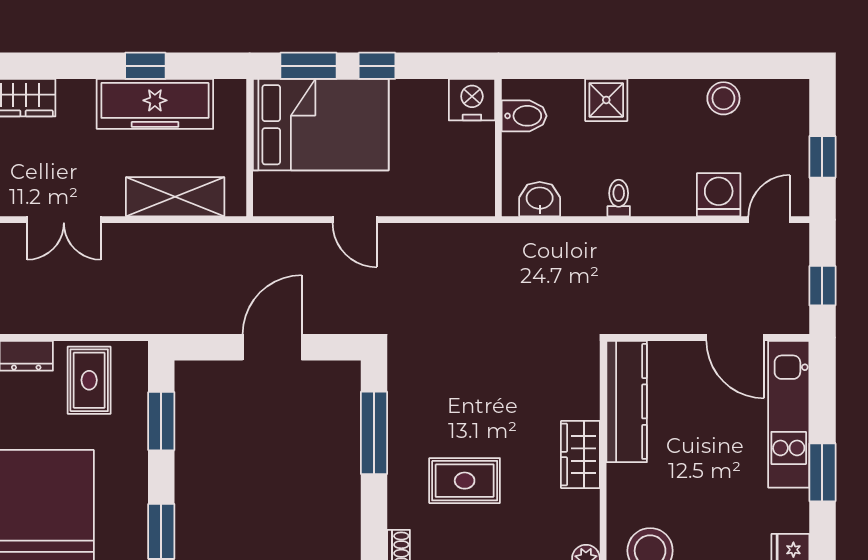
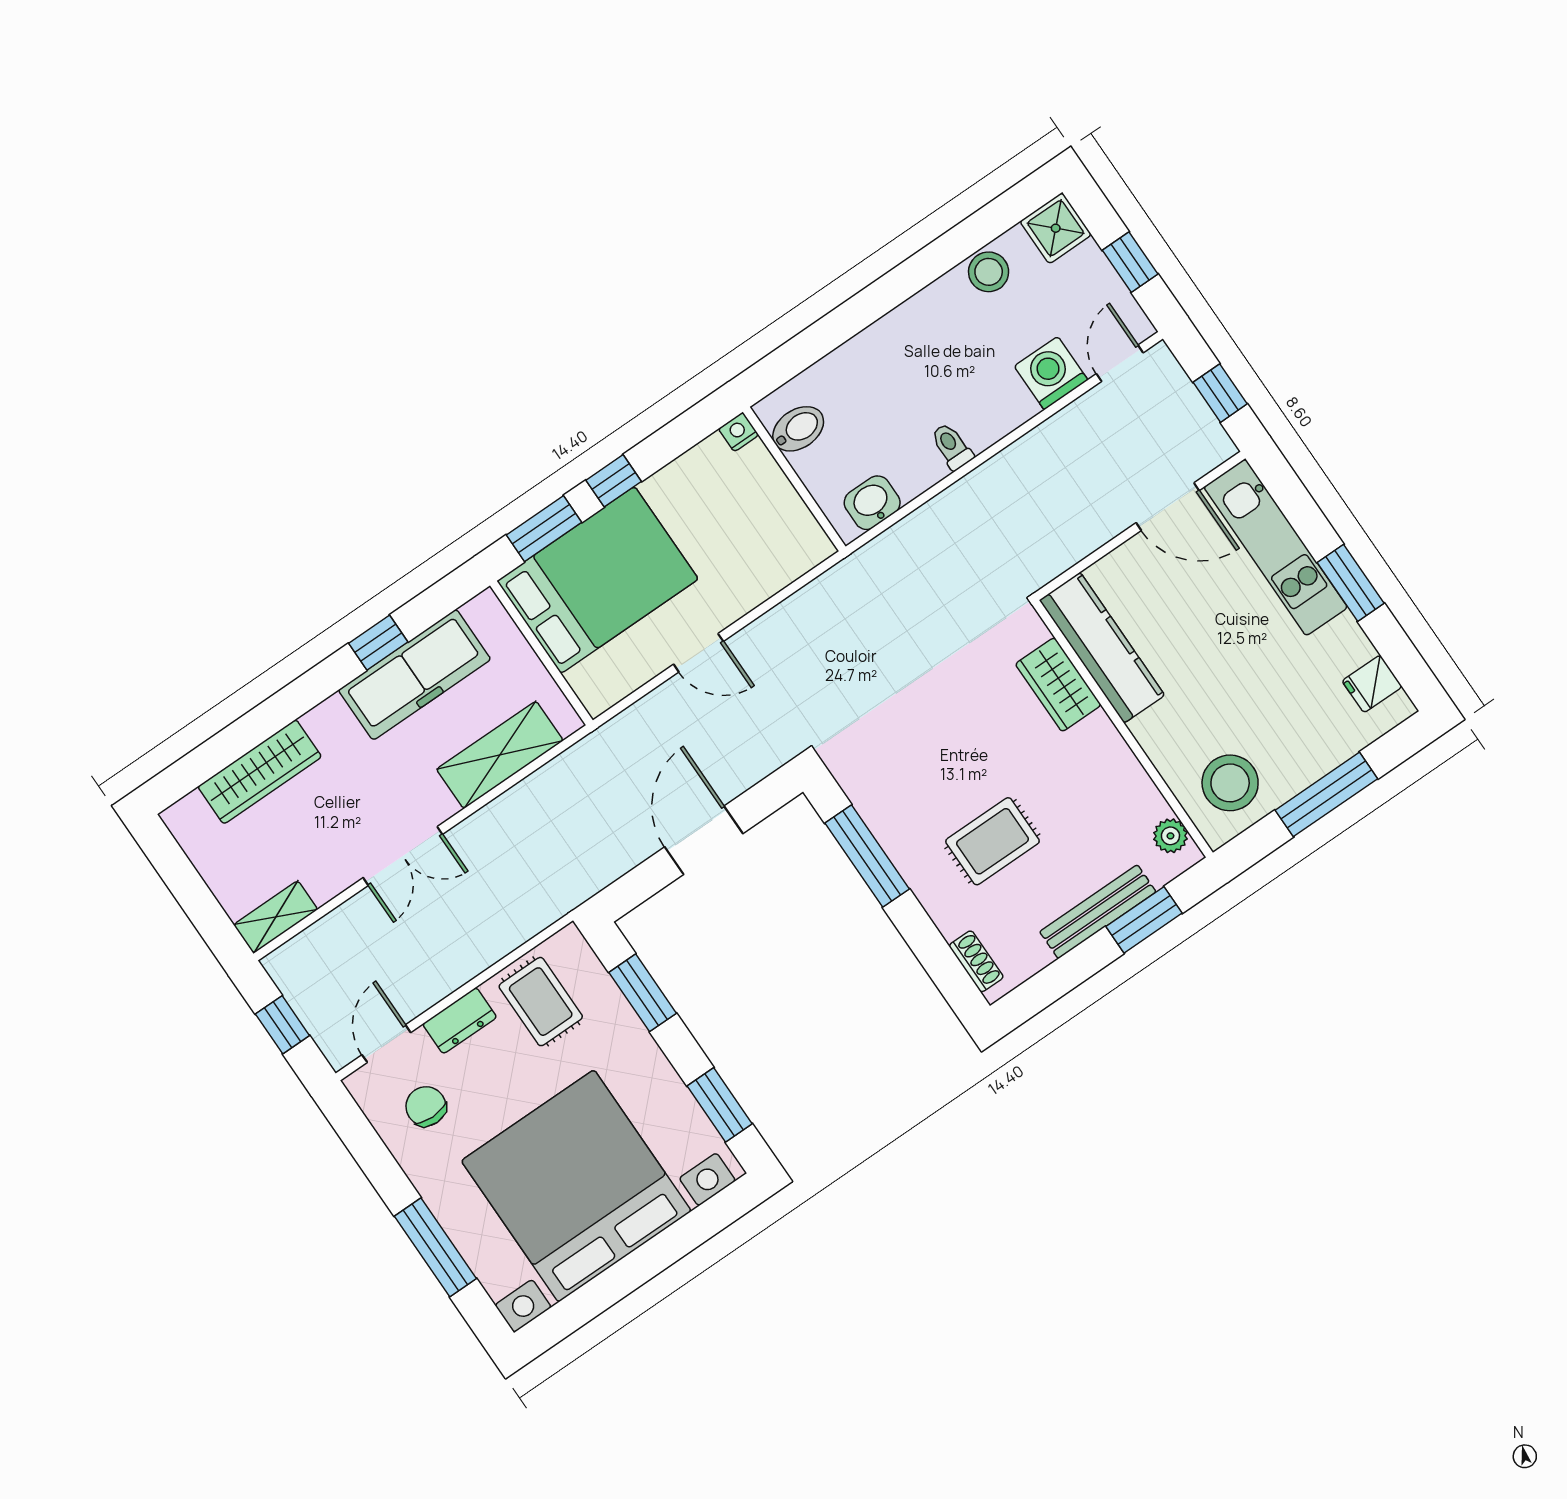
nightstand: (472, 100) -> (739, 432), width x0.53, depth x0.56
shower: (606, 100) -> (1056, 228), moved
wardrobe: (580, 454) -> (1058, 685), moved

